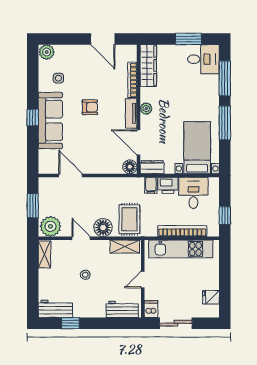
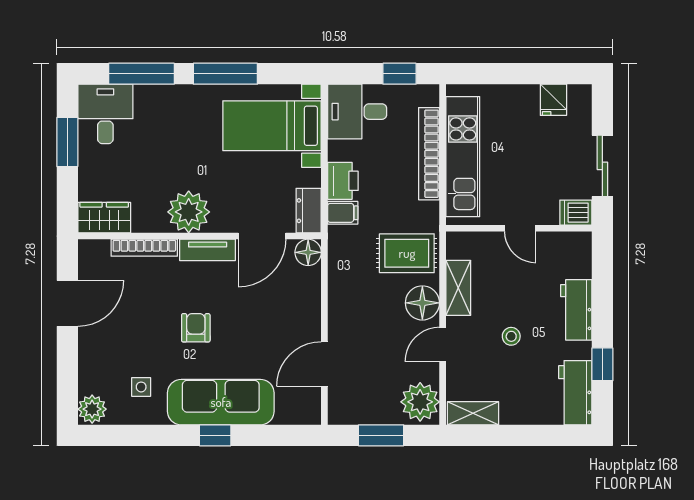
wardrobe: (148, 66) -> (104, 218), width x0.67
plant: (146, 109) -> (189, 212), width x1.88, depth x1.88
desk: (193, 193) -> (357, 112), moved
shelving: (125, 247) -> (458, 288), moved
workbench: (122, 309) -> (576, 310), moved

